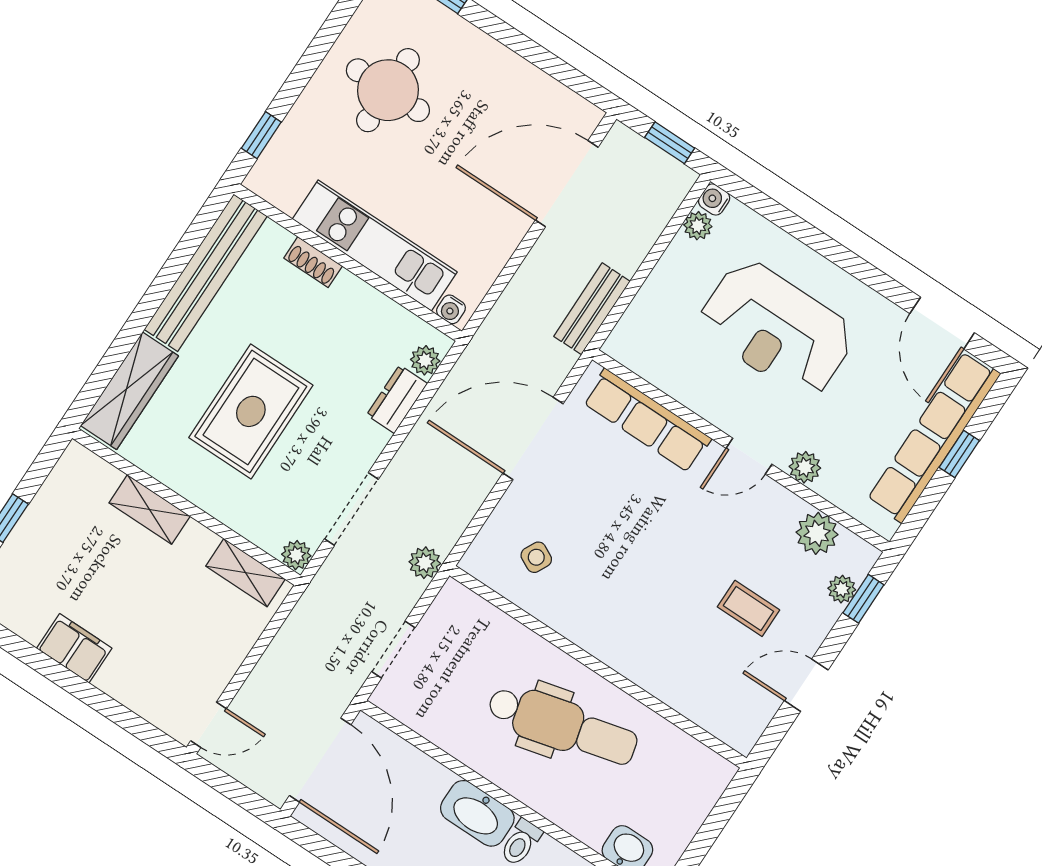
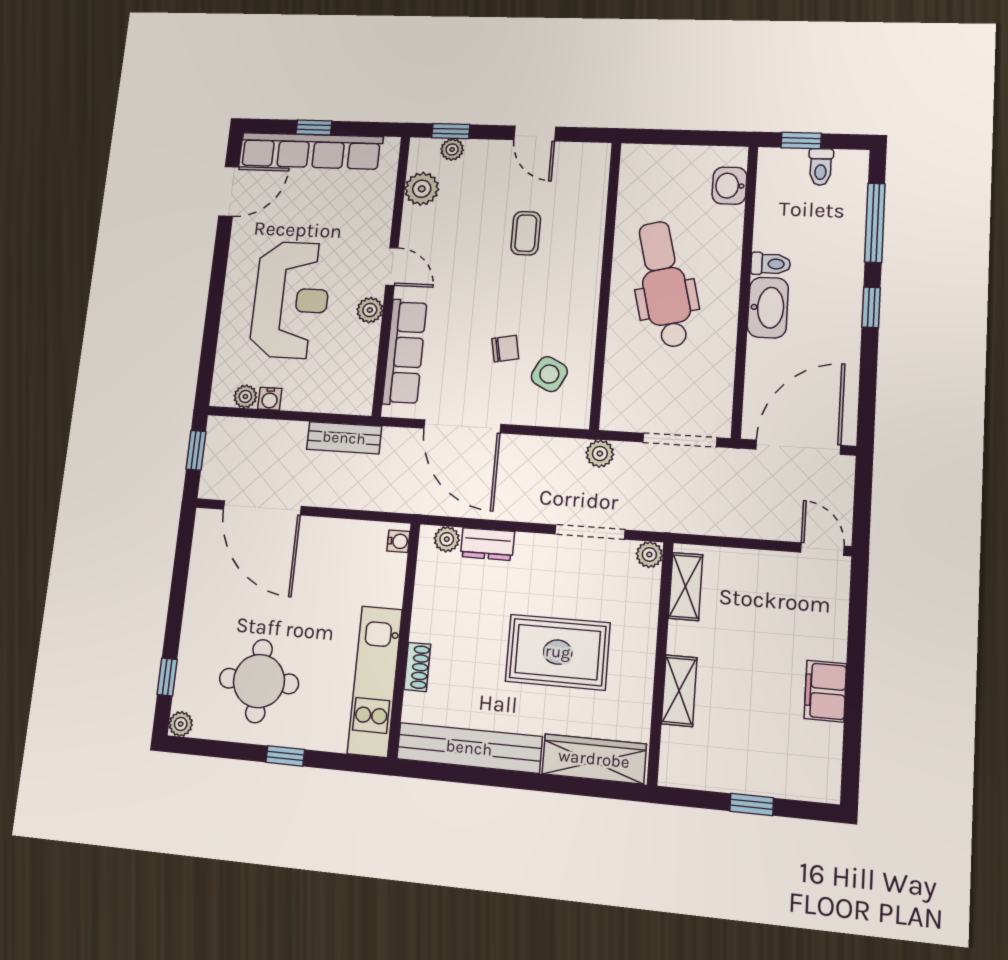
window: (261, 135) -> (285, 756), moved
water cooler: (714, 199) -> (270, 399), moved
kitchen unit: (375, 246) -> (375, 681), moved
plant: (805, 467) -> (370, 310), moved
chair: (589, 527) -> (505, 349), added
side table: (536, 557) -> (549, 374), width x1.37, depth x1.37
coffee table: (748, 608) -> (526, 233), moved
doorway: (393, 650) -> (680, 440), width x1.38

